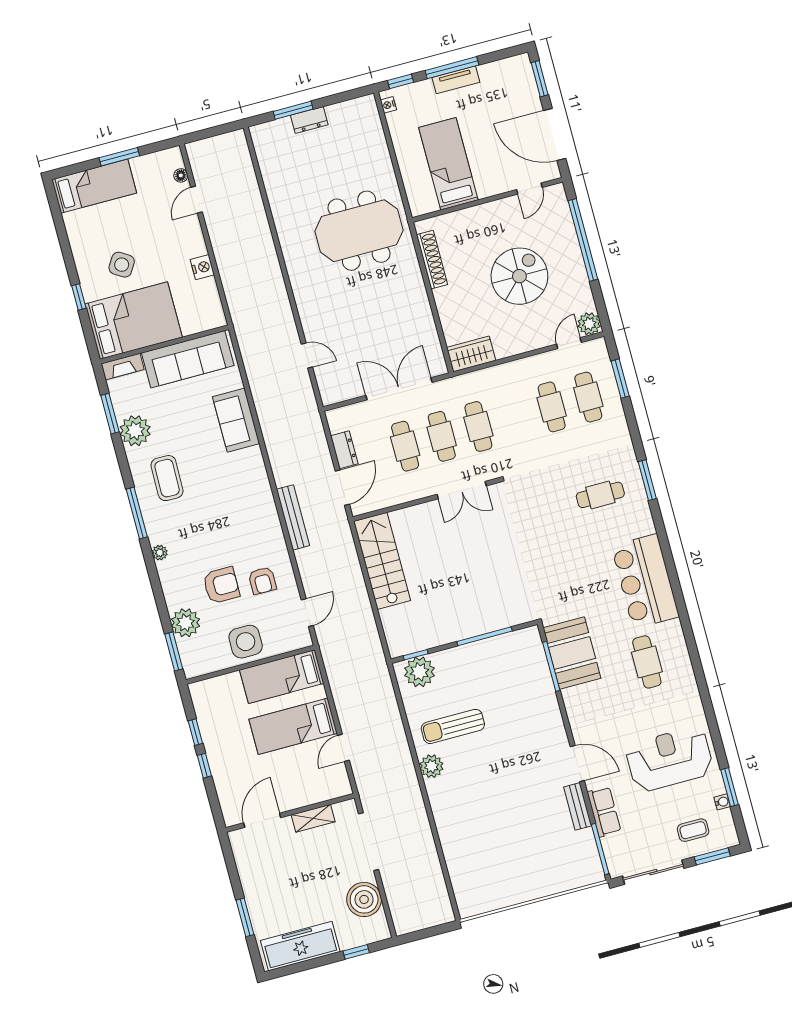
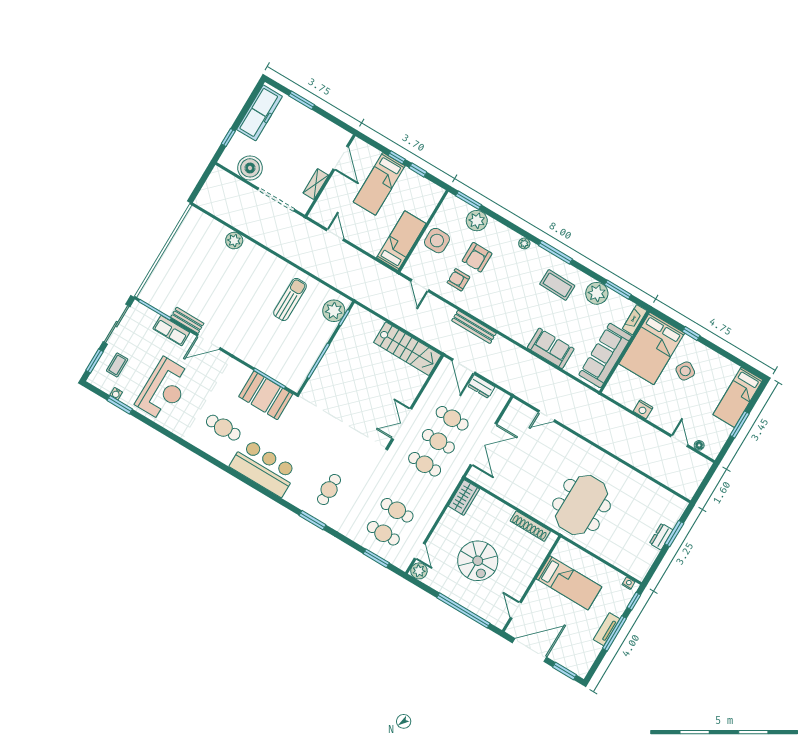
bed: (293, 726) -> (379, 184), moved, turned 180
plant: (431, 766) -> (234, 241), moved

